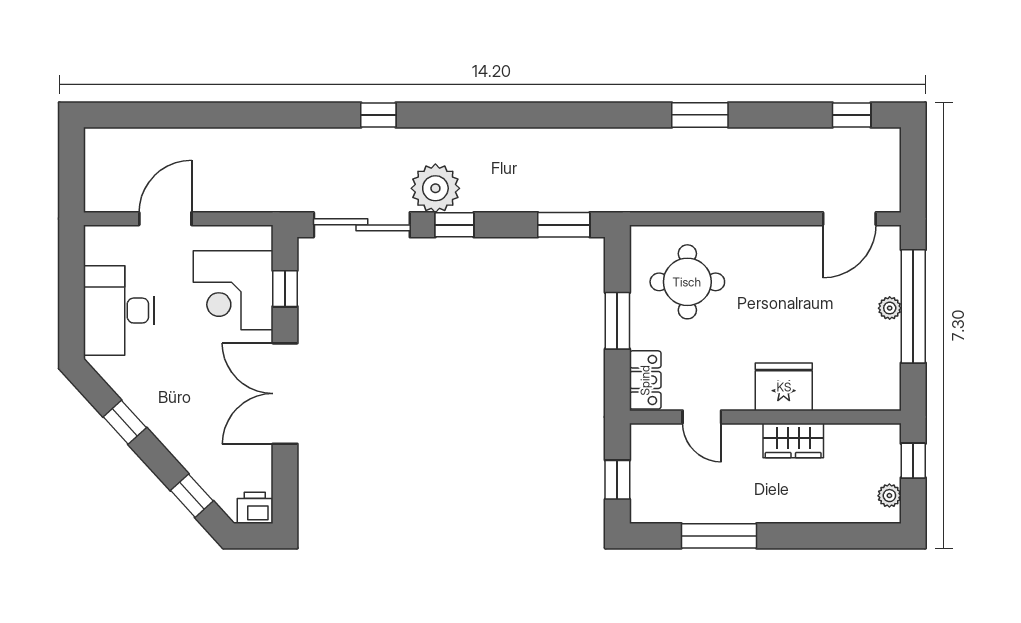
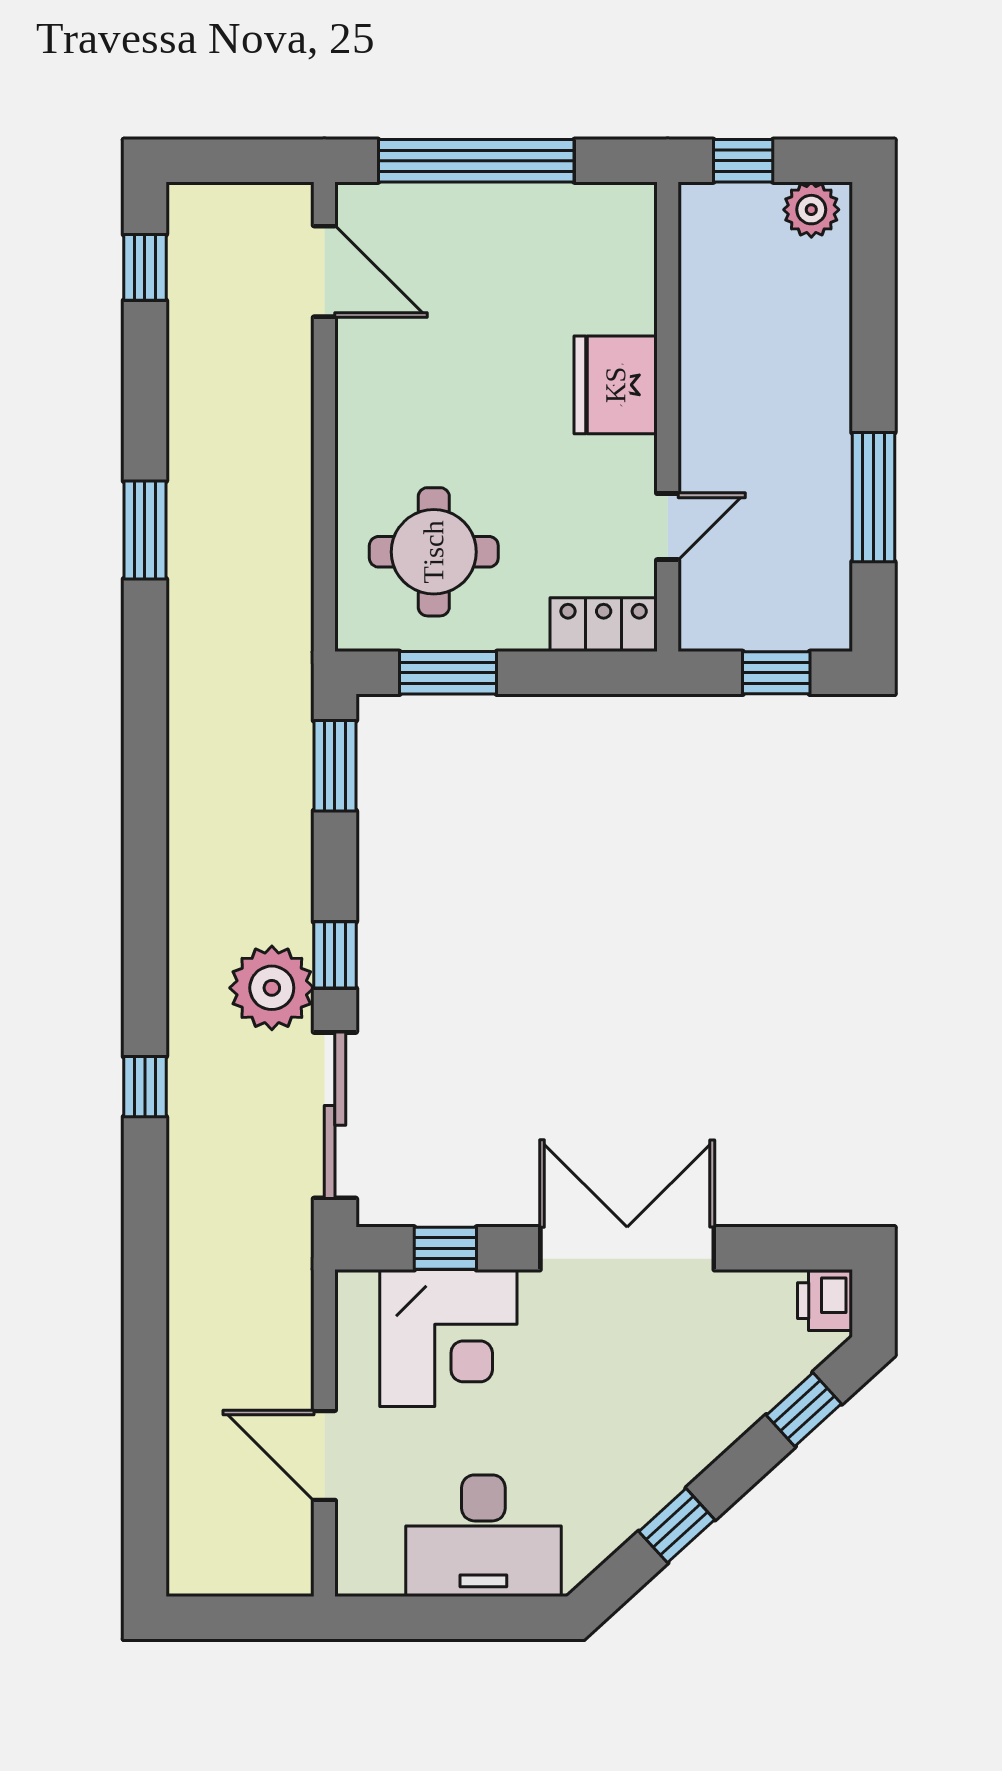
plant: (890, 308) -> (479, 202), removed
window: (617, 321) -> (448, 673), moved
double door: (285, 394) -> (627, 1248), swing flipped
wardrobe: (793, 440) -> (708, 369), removed
plant: (889, 496) -> (811, 210), width x1.38, depth x1.38

